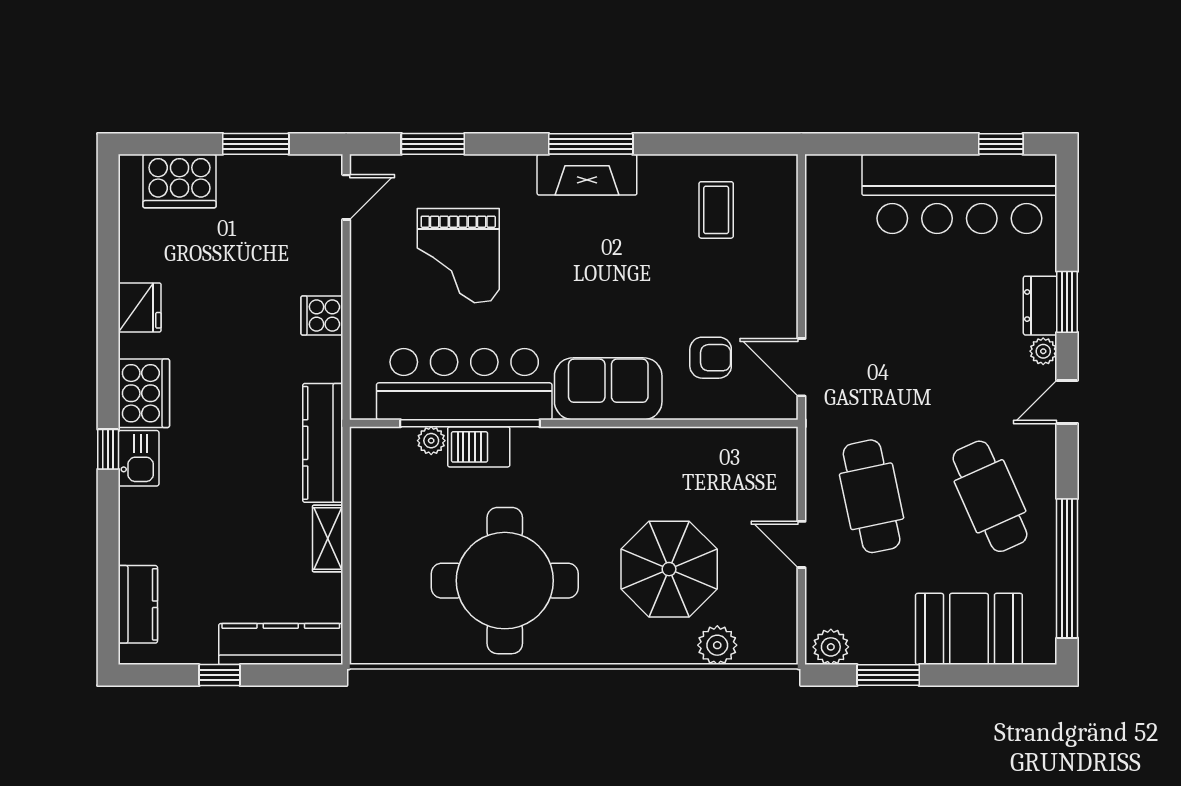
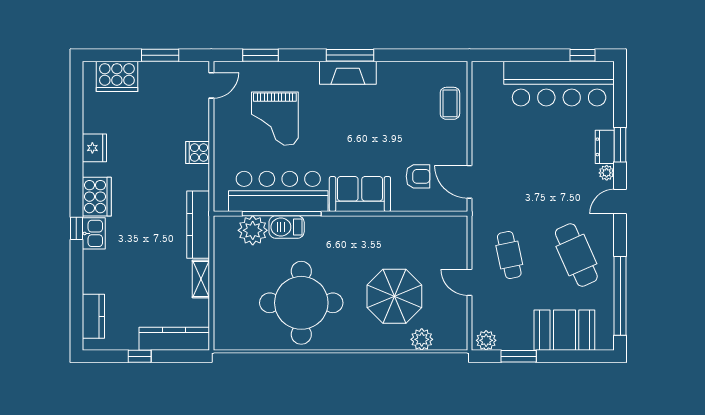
coffee table: (716, 210) -> (450, 103), moved
plant: (431, 441) -> (253, 230), width x1.87, depth x1.87
cafe table: (872, 496) -> (509, 255), width x0.73, depth x0.74

